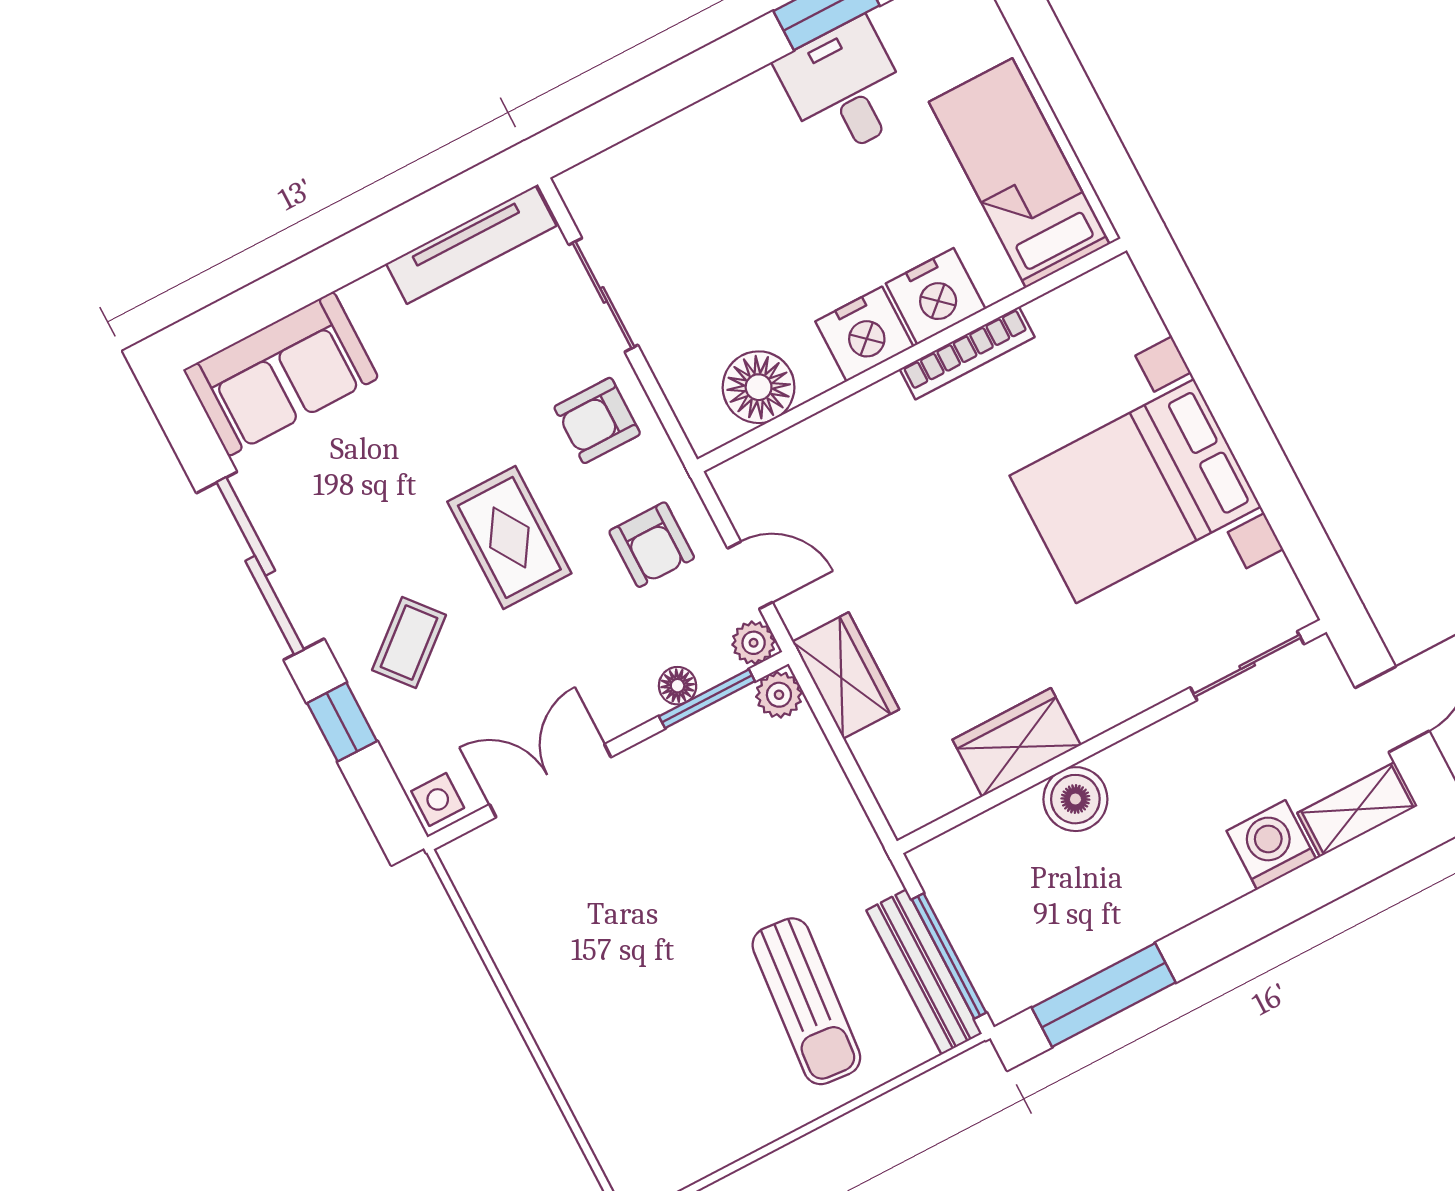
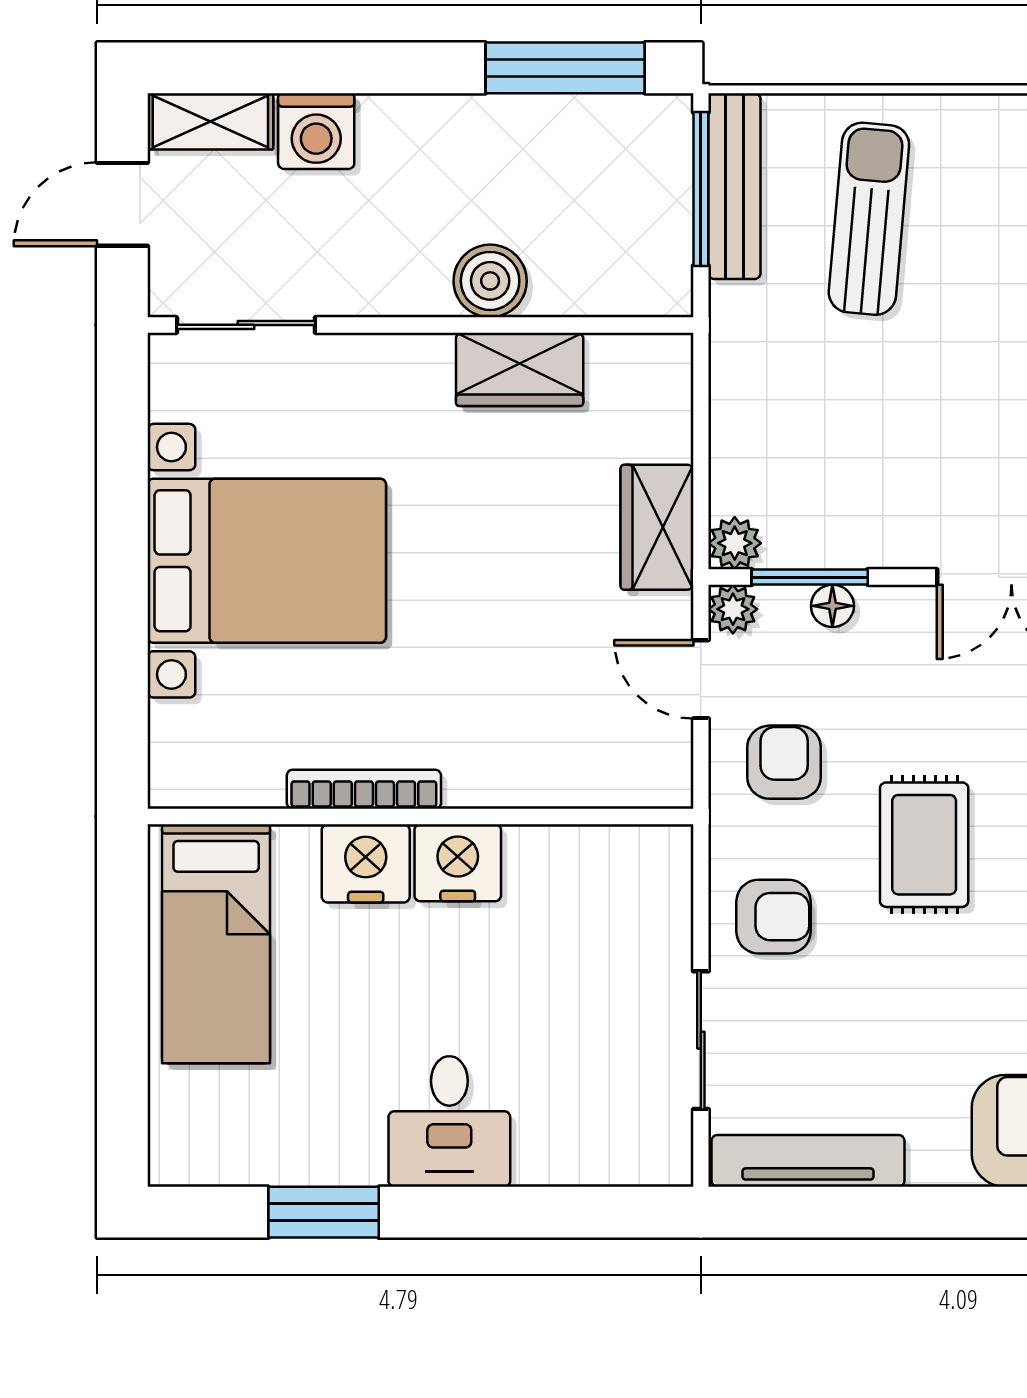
desk: (845, 88) -> (449, 1121), moved
floor lamp: (759, 387) -> (593, 865), removed

